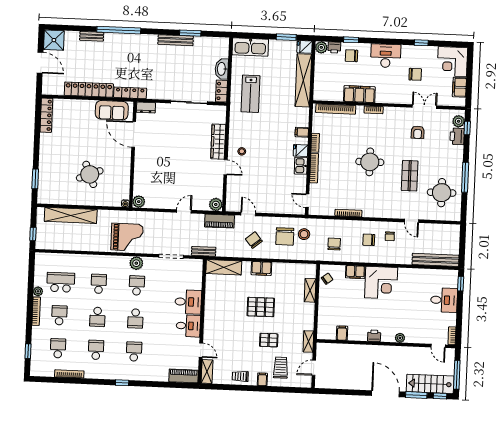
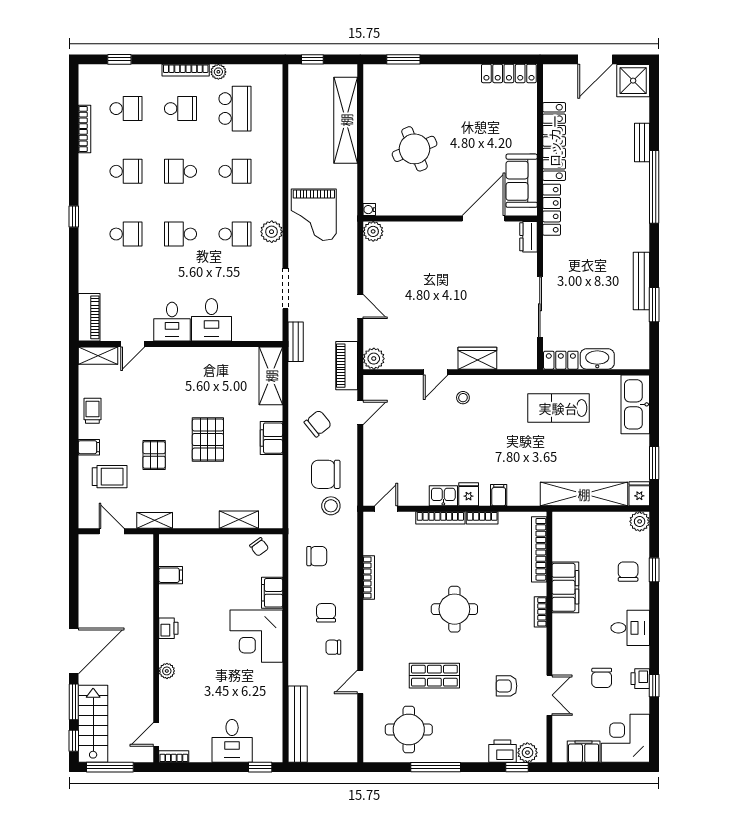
printer: (334, 48) -> (640, 679), moved
desk: (386, 56) -> (630, 628), width x0.73
wardrobe: (218, 142) -> (477, 358), width x0.67

